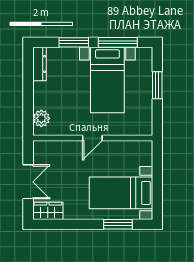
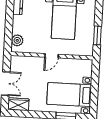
window: (157, 85) -> (97, 35), moved

